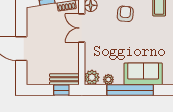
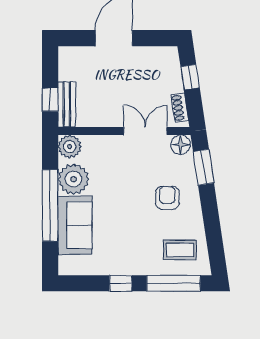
armchair: (125, 14) -> (167, 198), turned -95
plant: (108, 80) -> (73, 179), width x1.88, depth x1.88

